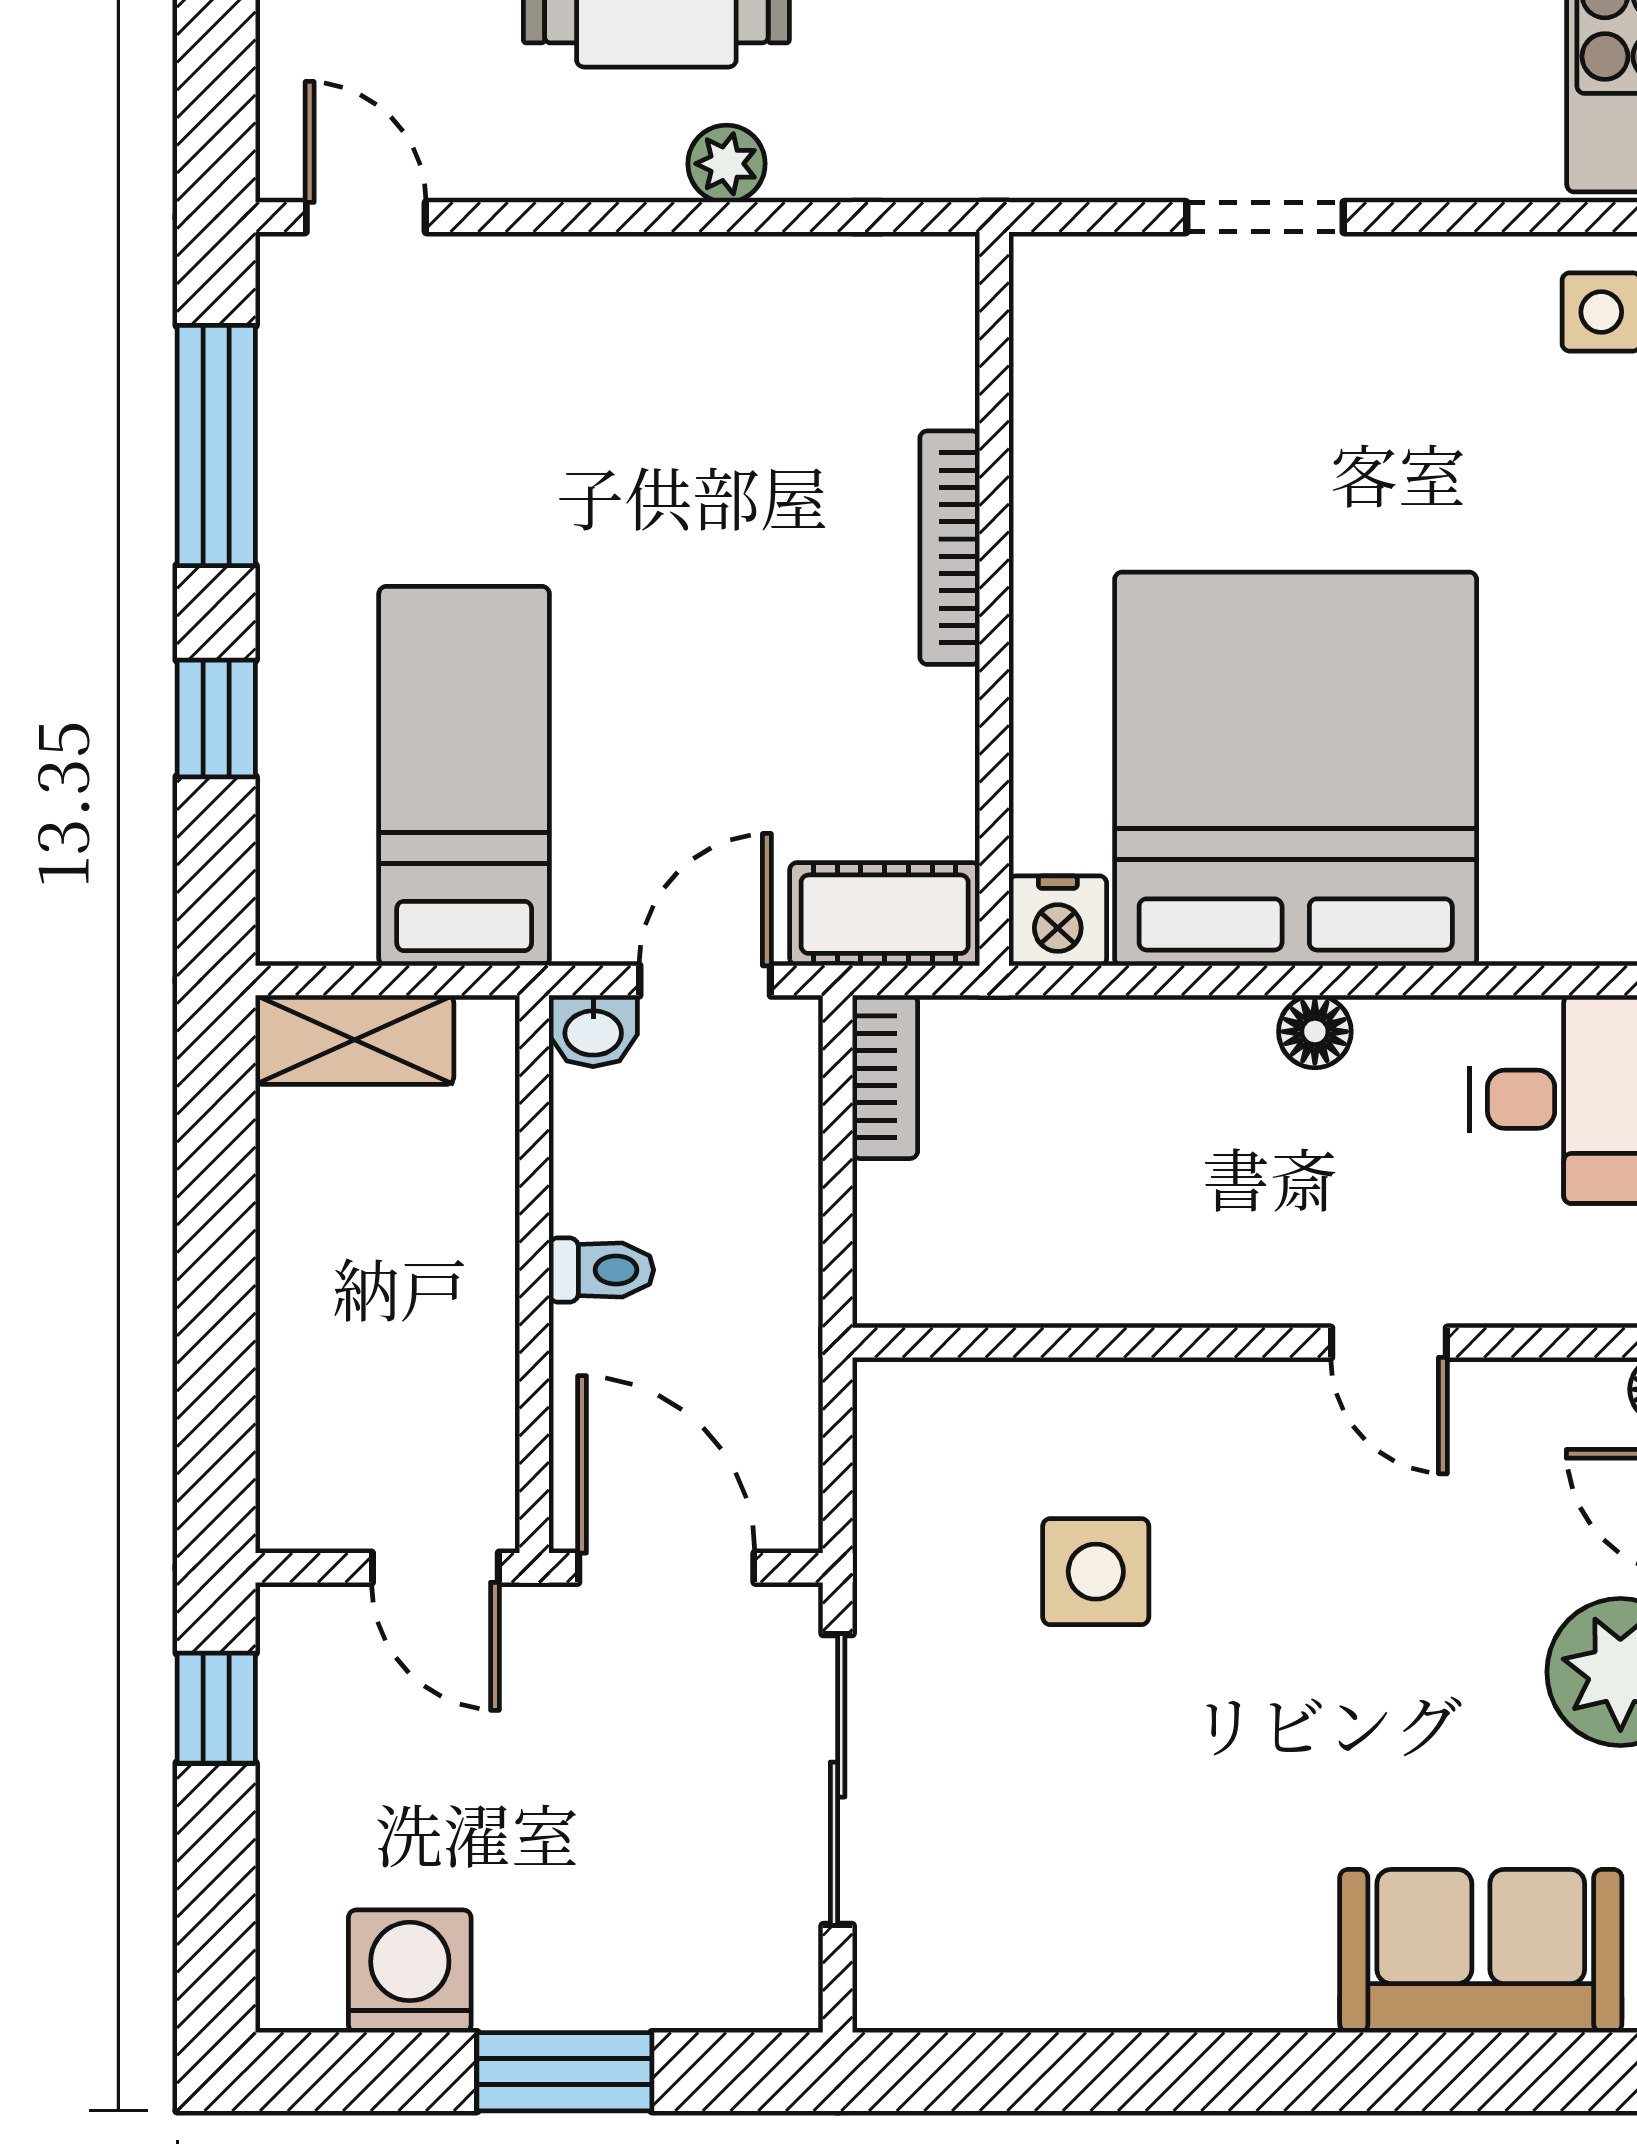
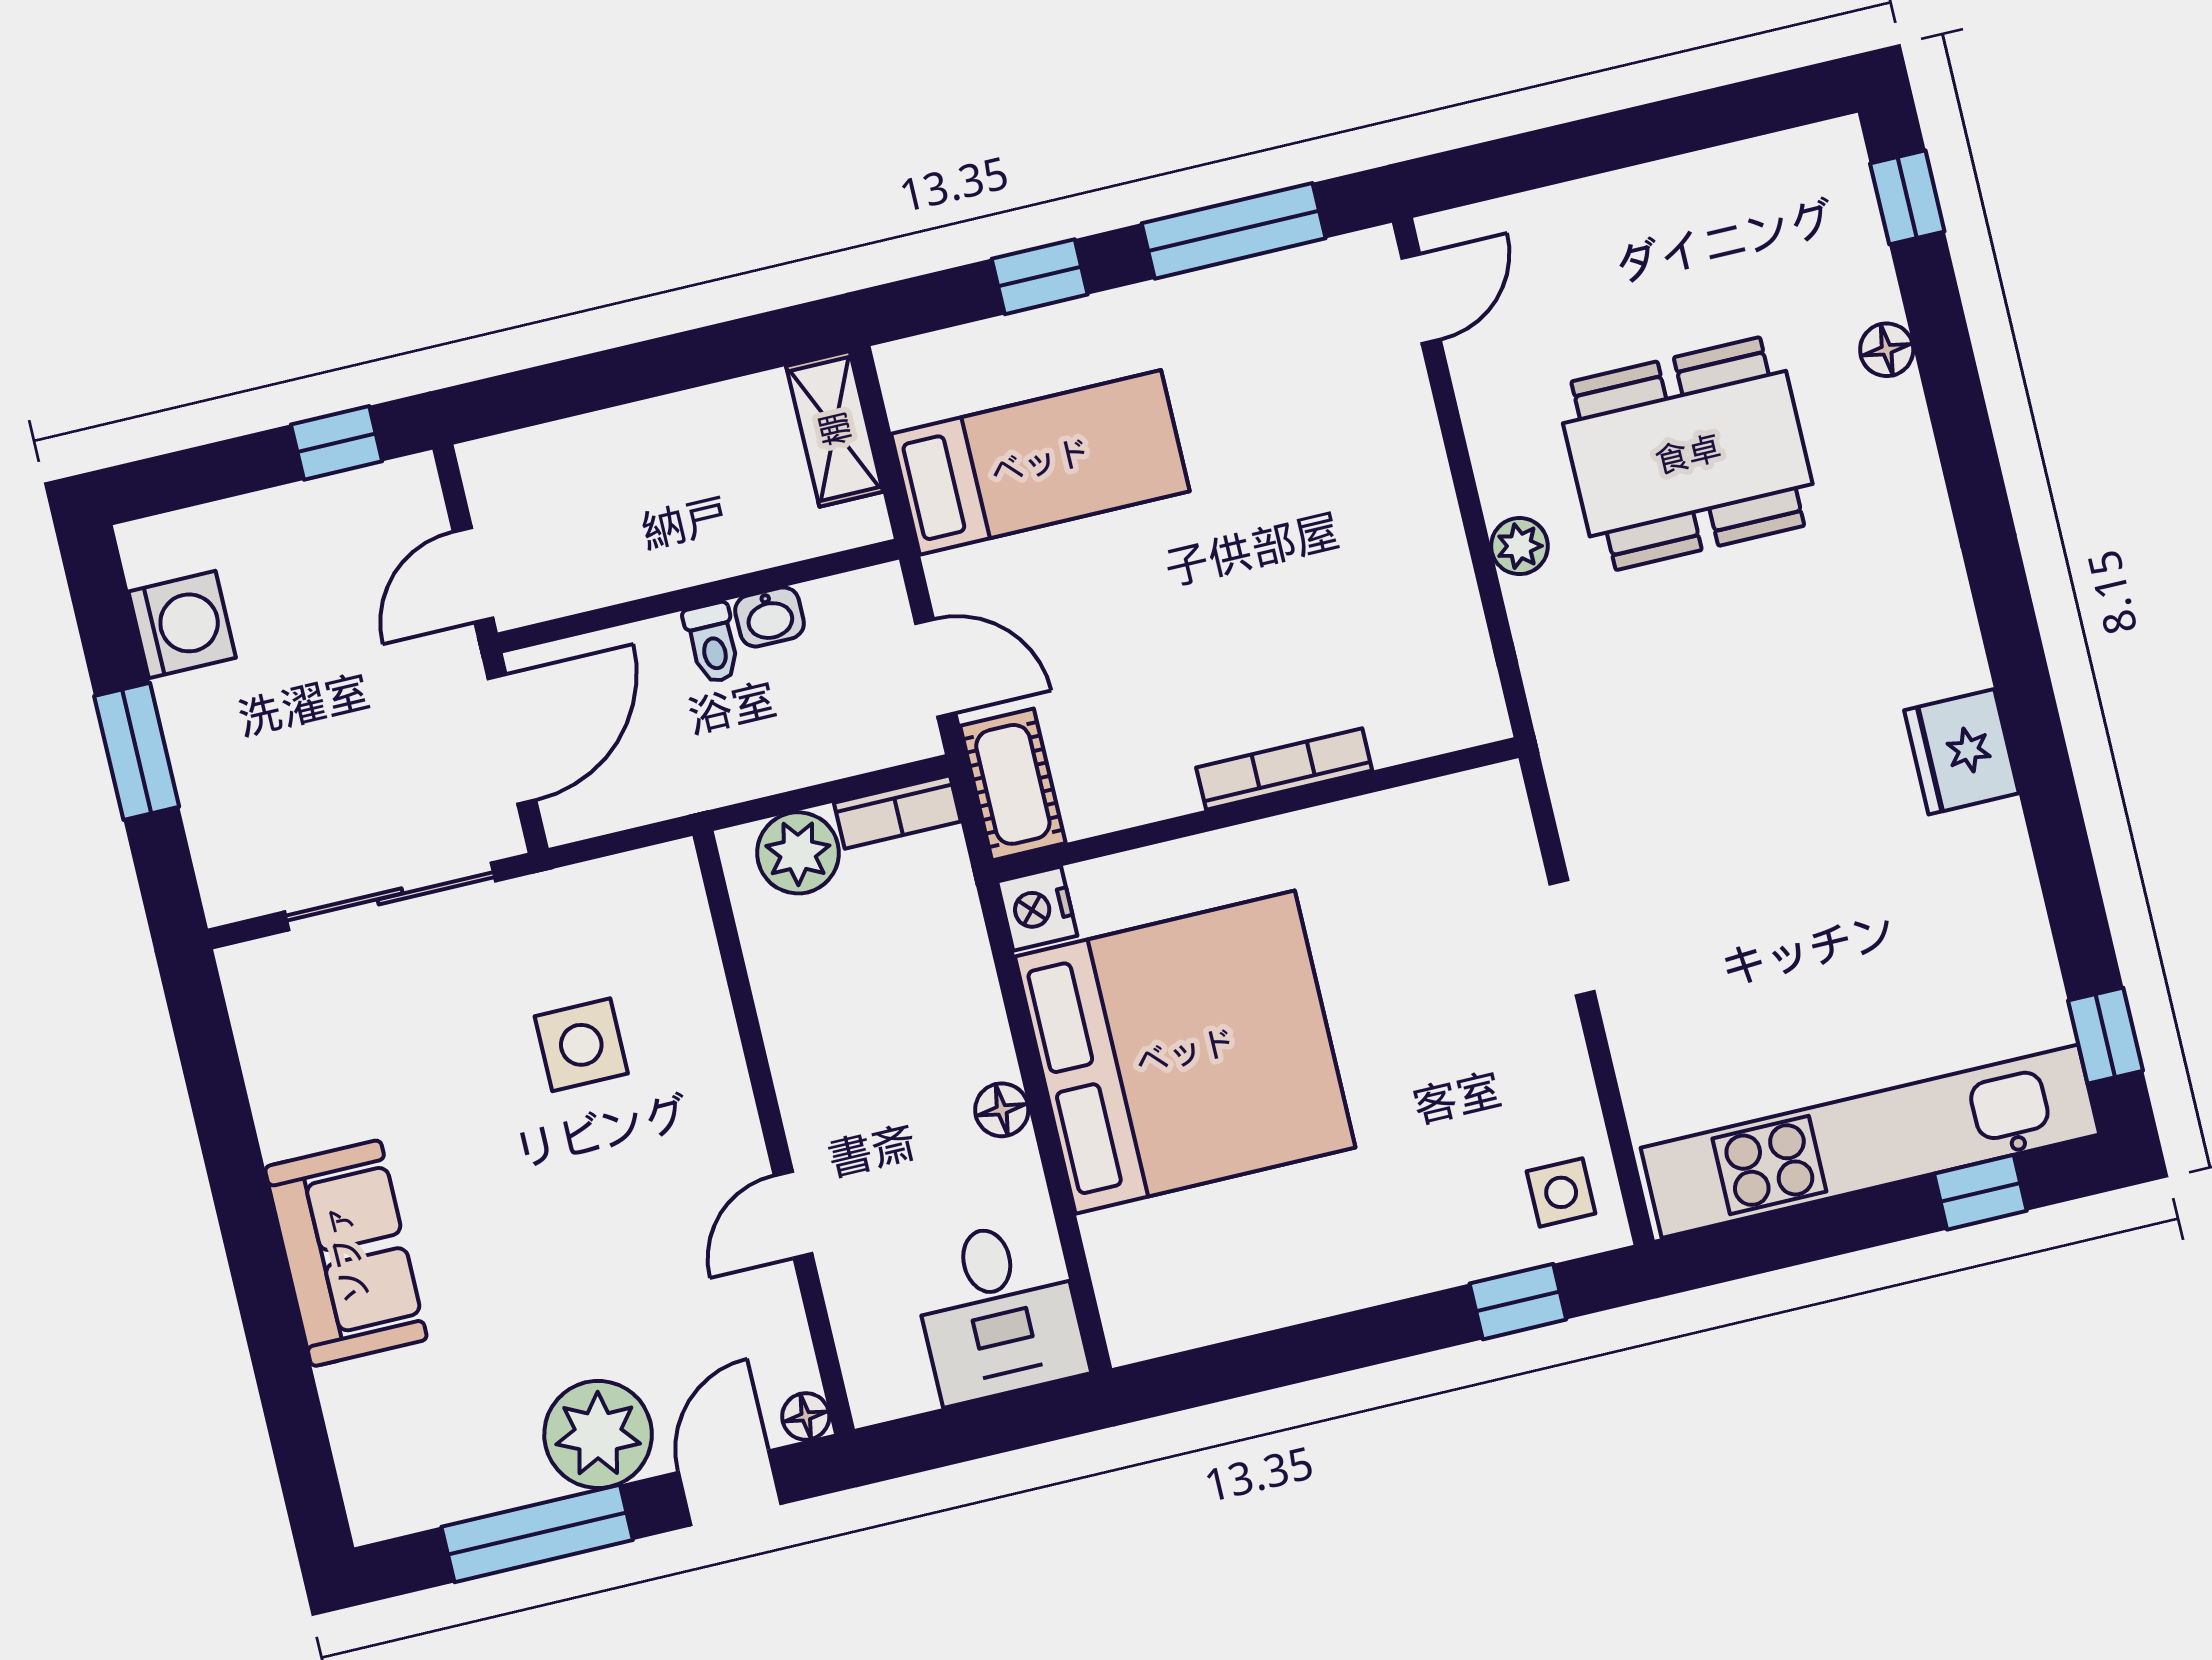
washbasin: (593, 1031) -> (770, 617), moved, turned -90
plant: (908, 1222) -> (798, 853), added
sofa: (1481, 1951) -> (346, 1253), moved

